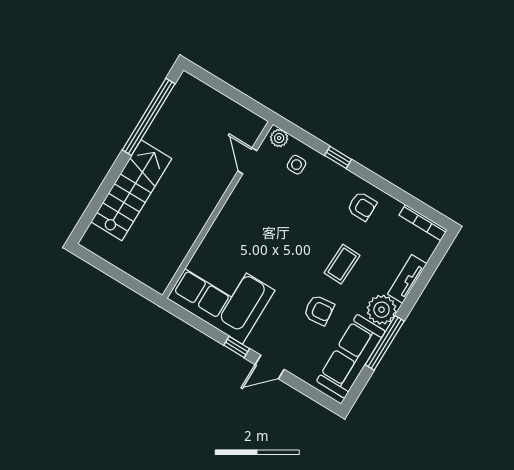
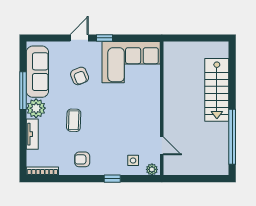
armchair: (319, 310) -> (80, 76), moved, turned -106

